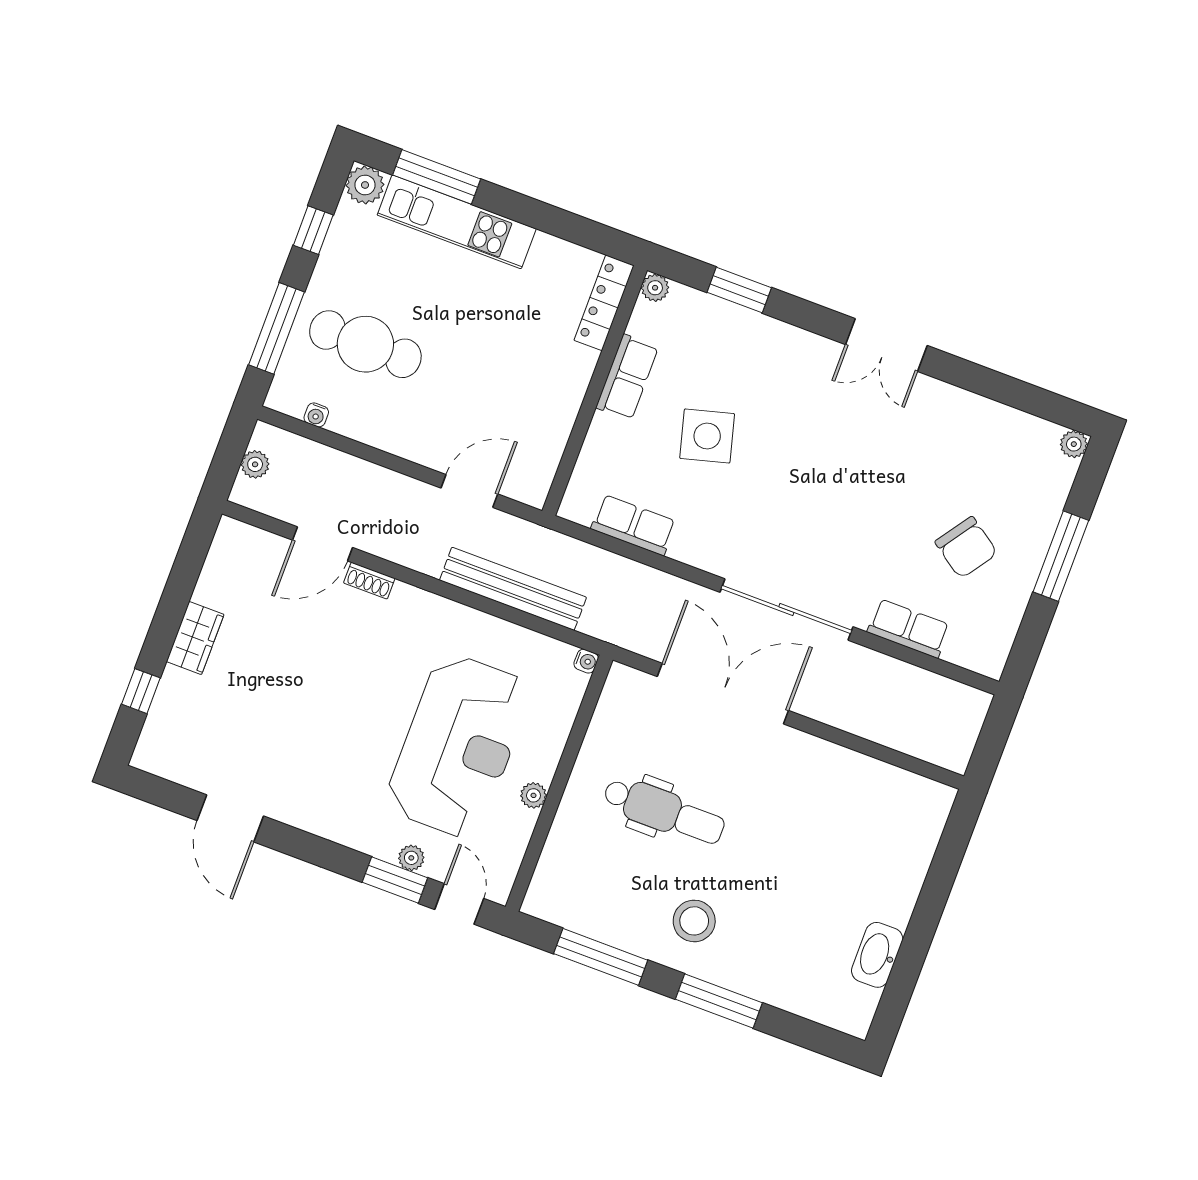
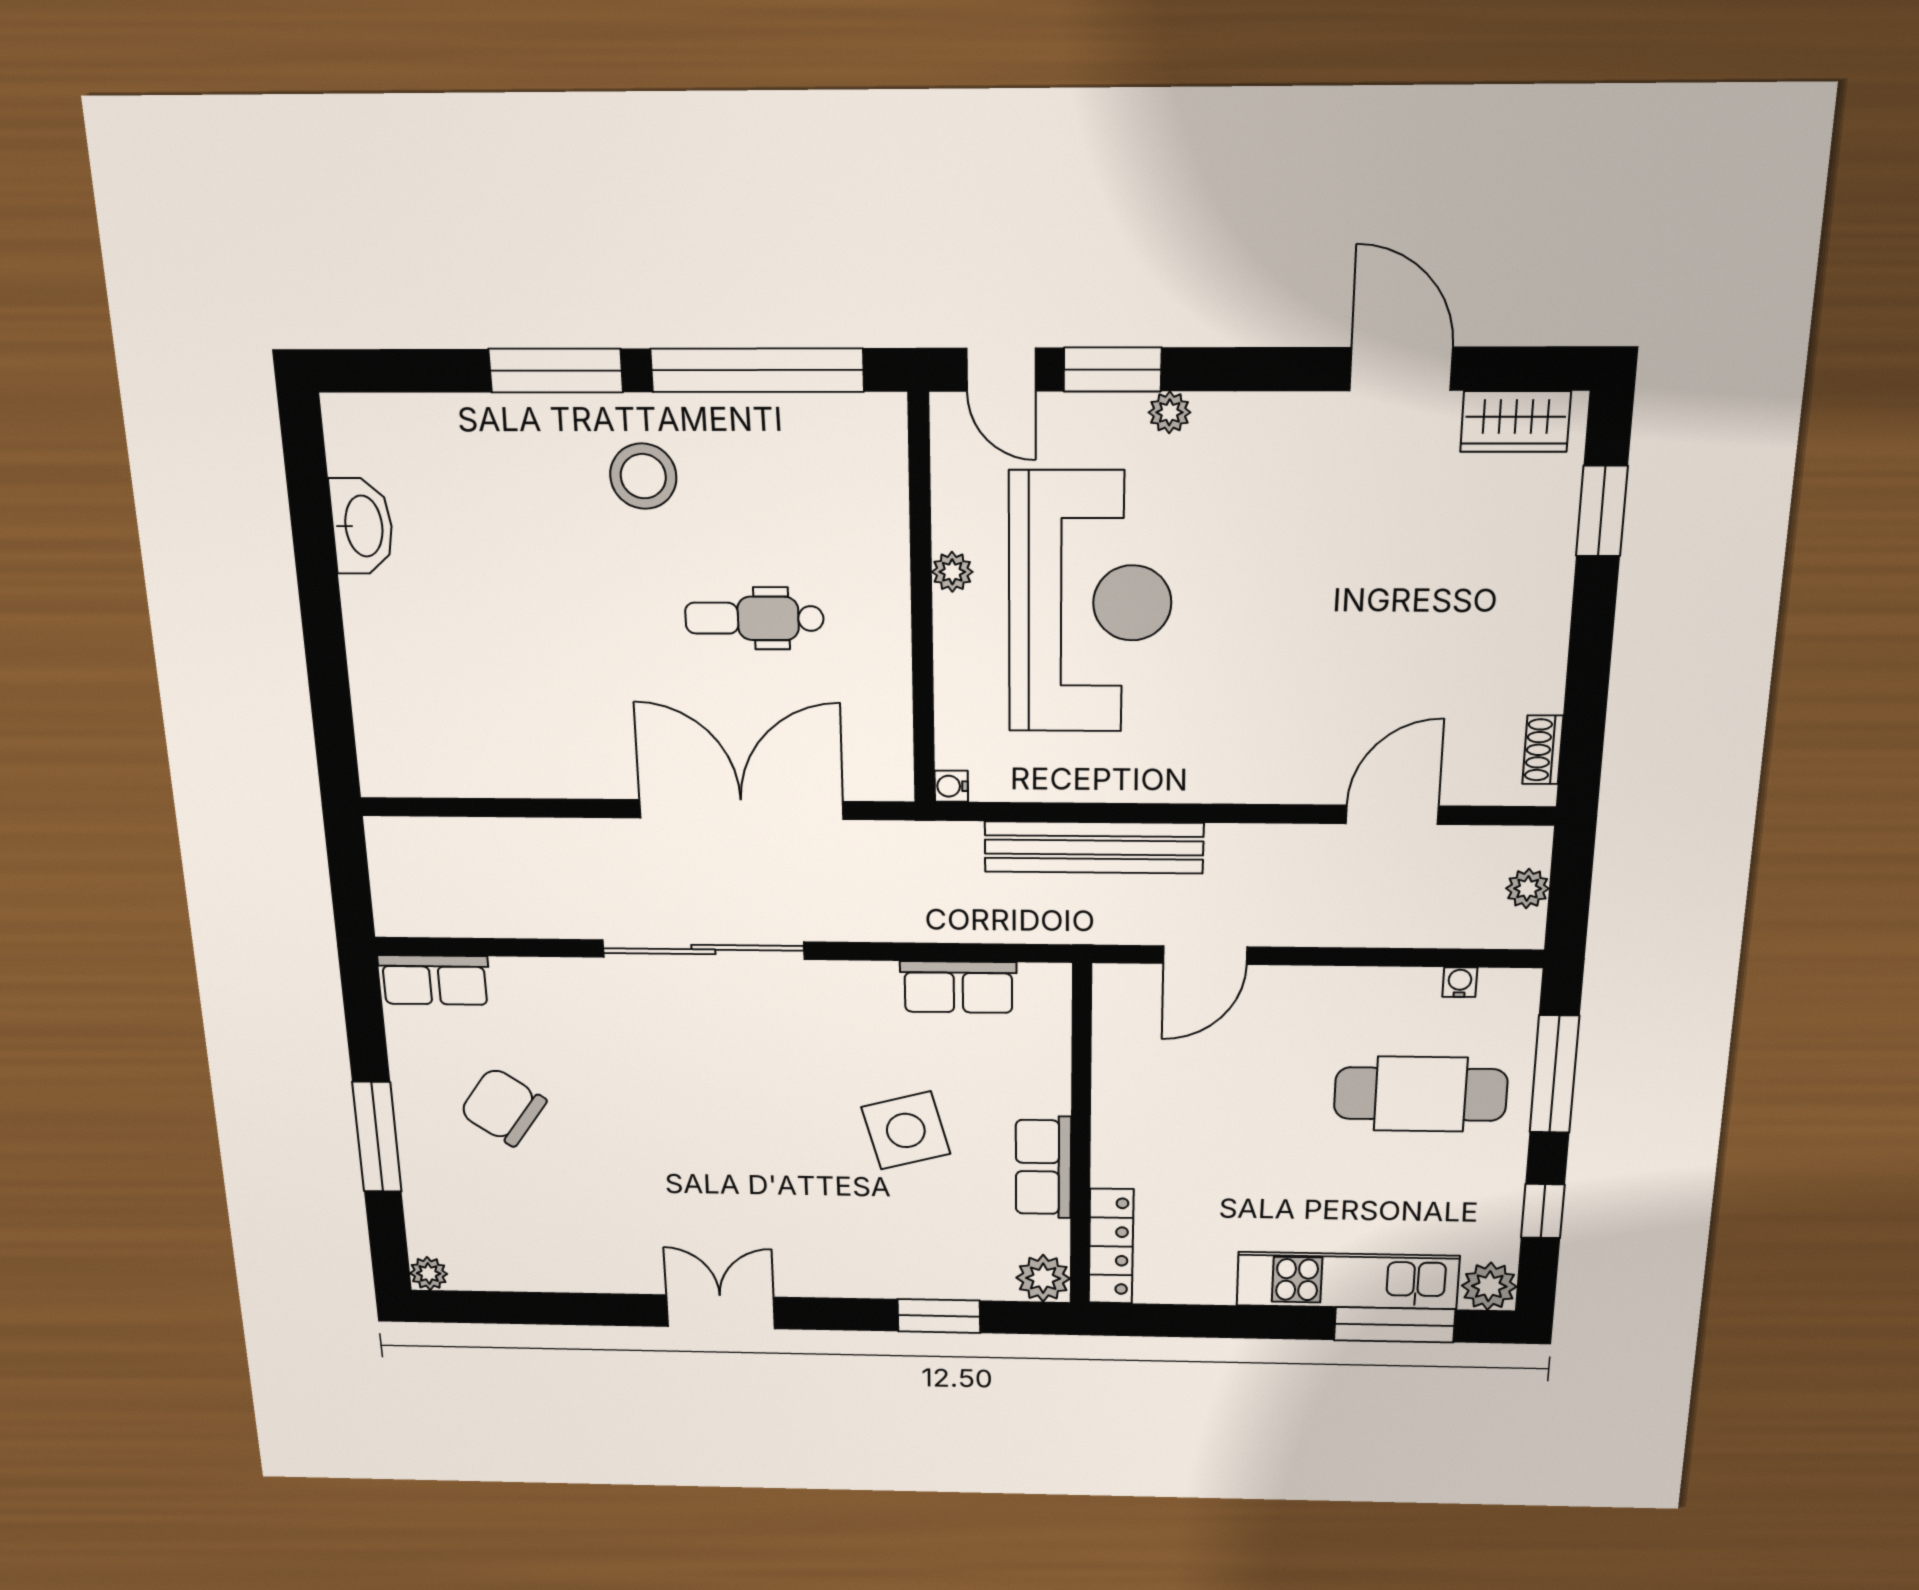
plant: (655, 288) -> (1043, 1278), width x1.38, depth x1.38
shoe rack: (369, 581) -> (1543, 750), moved, turned -90
row of seats: (909, 629) -> (434, 980), moved
wardrobe: (195, 638) -> (1515, 421), moved, turned -90
window: (141, 691) -> (1602, 511), width x1.50
double door: (723, 694) -> (741, 810), swing flipped
reception desk: (458, 746) -> (1090, 603), turned 180
dental chair: (664, 811) -> (754, 618), width x0.73, depth x0.72
plant: (411, 858) -> (1170, 412), moved
window: (601, 957) -> (757, 370), width x1.46

